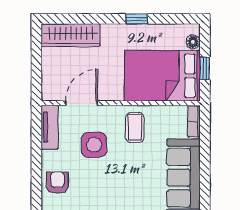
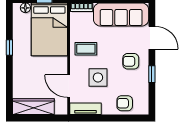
wardrobe: (71, 35) -> (33, 107), moved, turned -90
armchair: (117, 191) -> (131, 61), added

